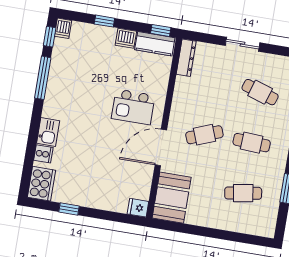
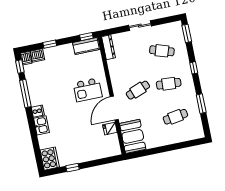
dishwasher: (126, 38) -> (38, 56), moved
cooker: (43, 154) -> (38, 111), moved
fridge: (138, 208) -> (110, 129), moved

